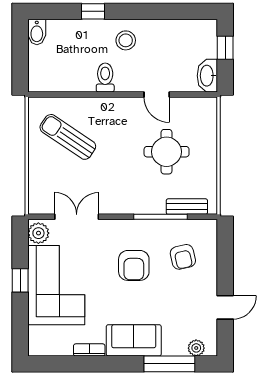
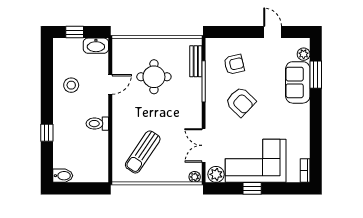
stool: (126, 40) -> (71, 85), moved
plant: (35, 205) -> (195, 177), added
armchair: (134, 265) -> (241, 102), turned 44
sofa: (134, 340) -> (298, 82), moved
bookcase: (89, 350) -> (305, 171), moved
window: (169, 364) -> (316, 75), width x0.69

